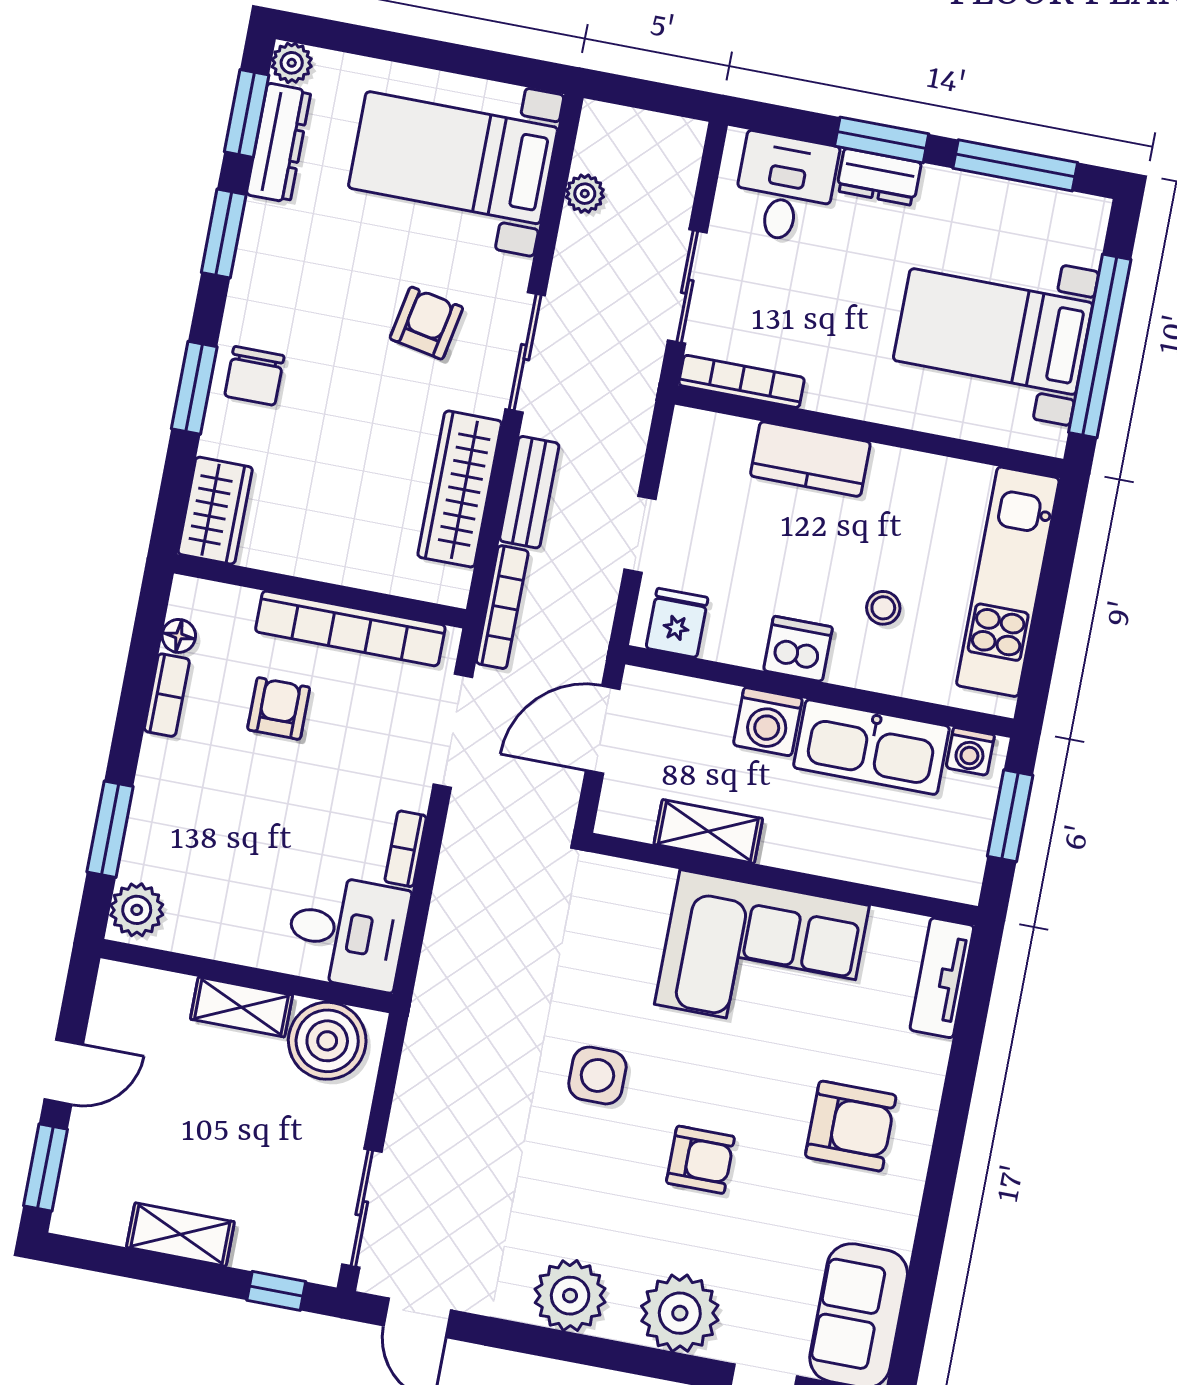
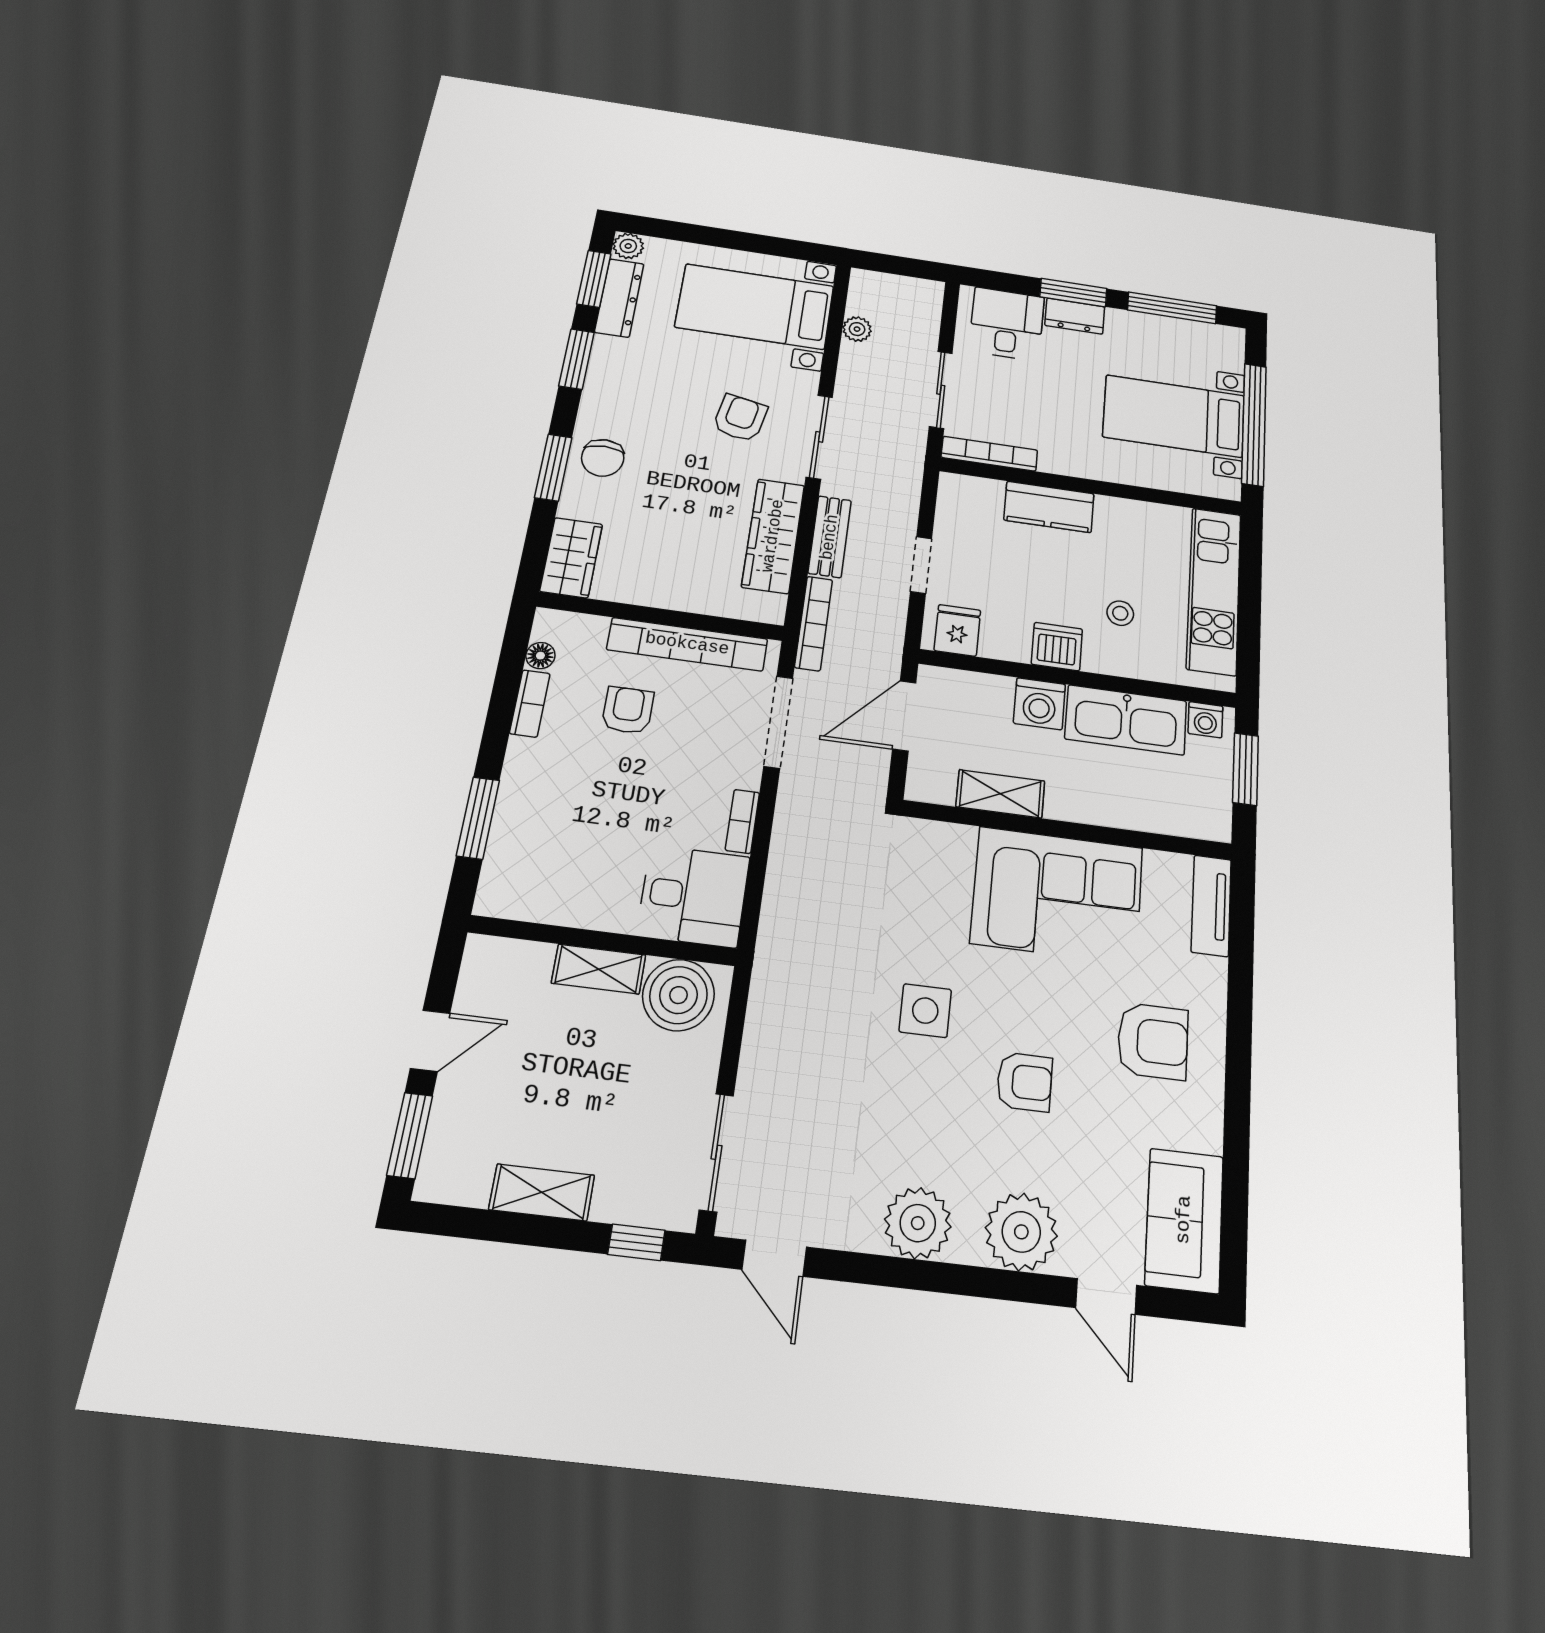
plant: (137, 910) -> (502, 887), removed

